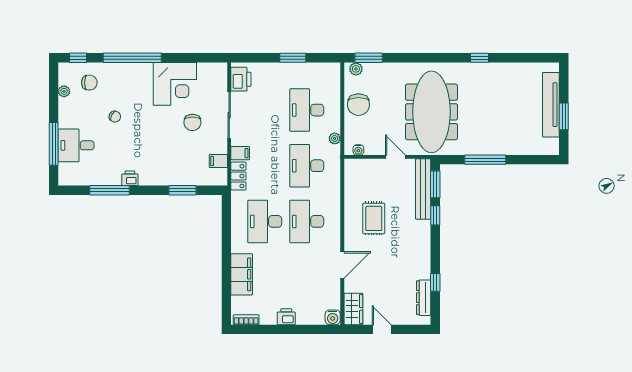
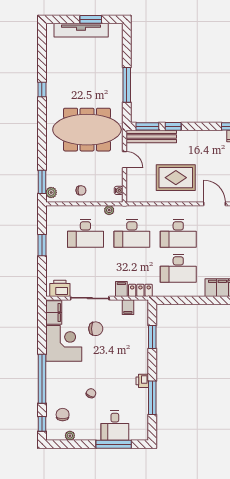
filing cabinet: (212, 72) -> (54, 313), added
chair: (358, 105) -> (81, 190), width x0.54, depth x0.54
door: (395, 157) -> (124, 160), swing flipped
rug: (374, 218) -> (176, 178), width x1.36, depth x1.43

